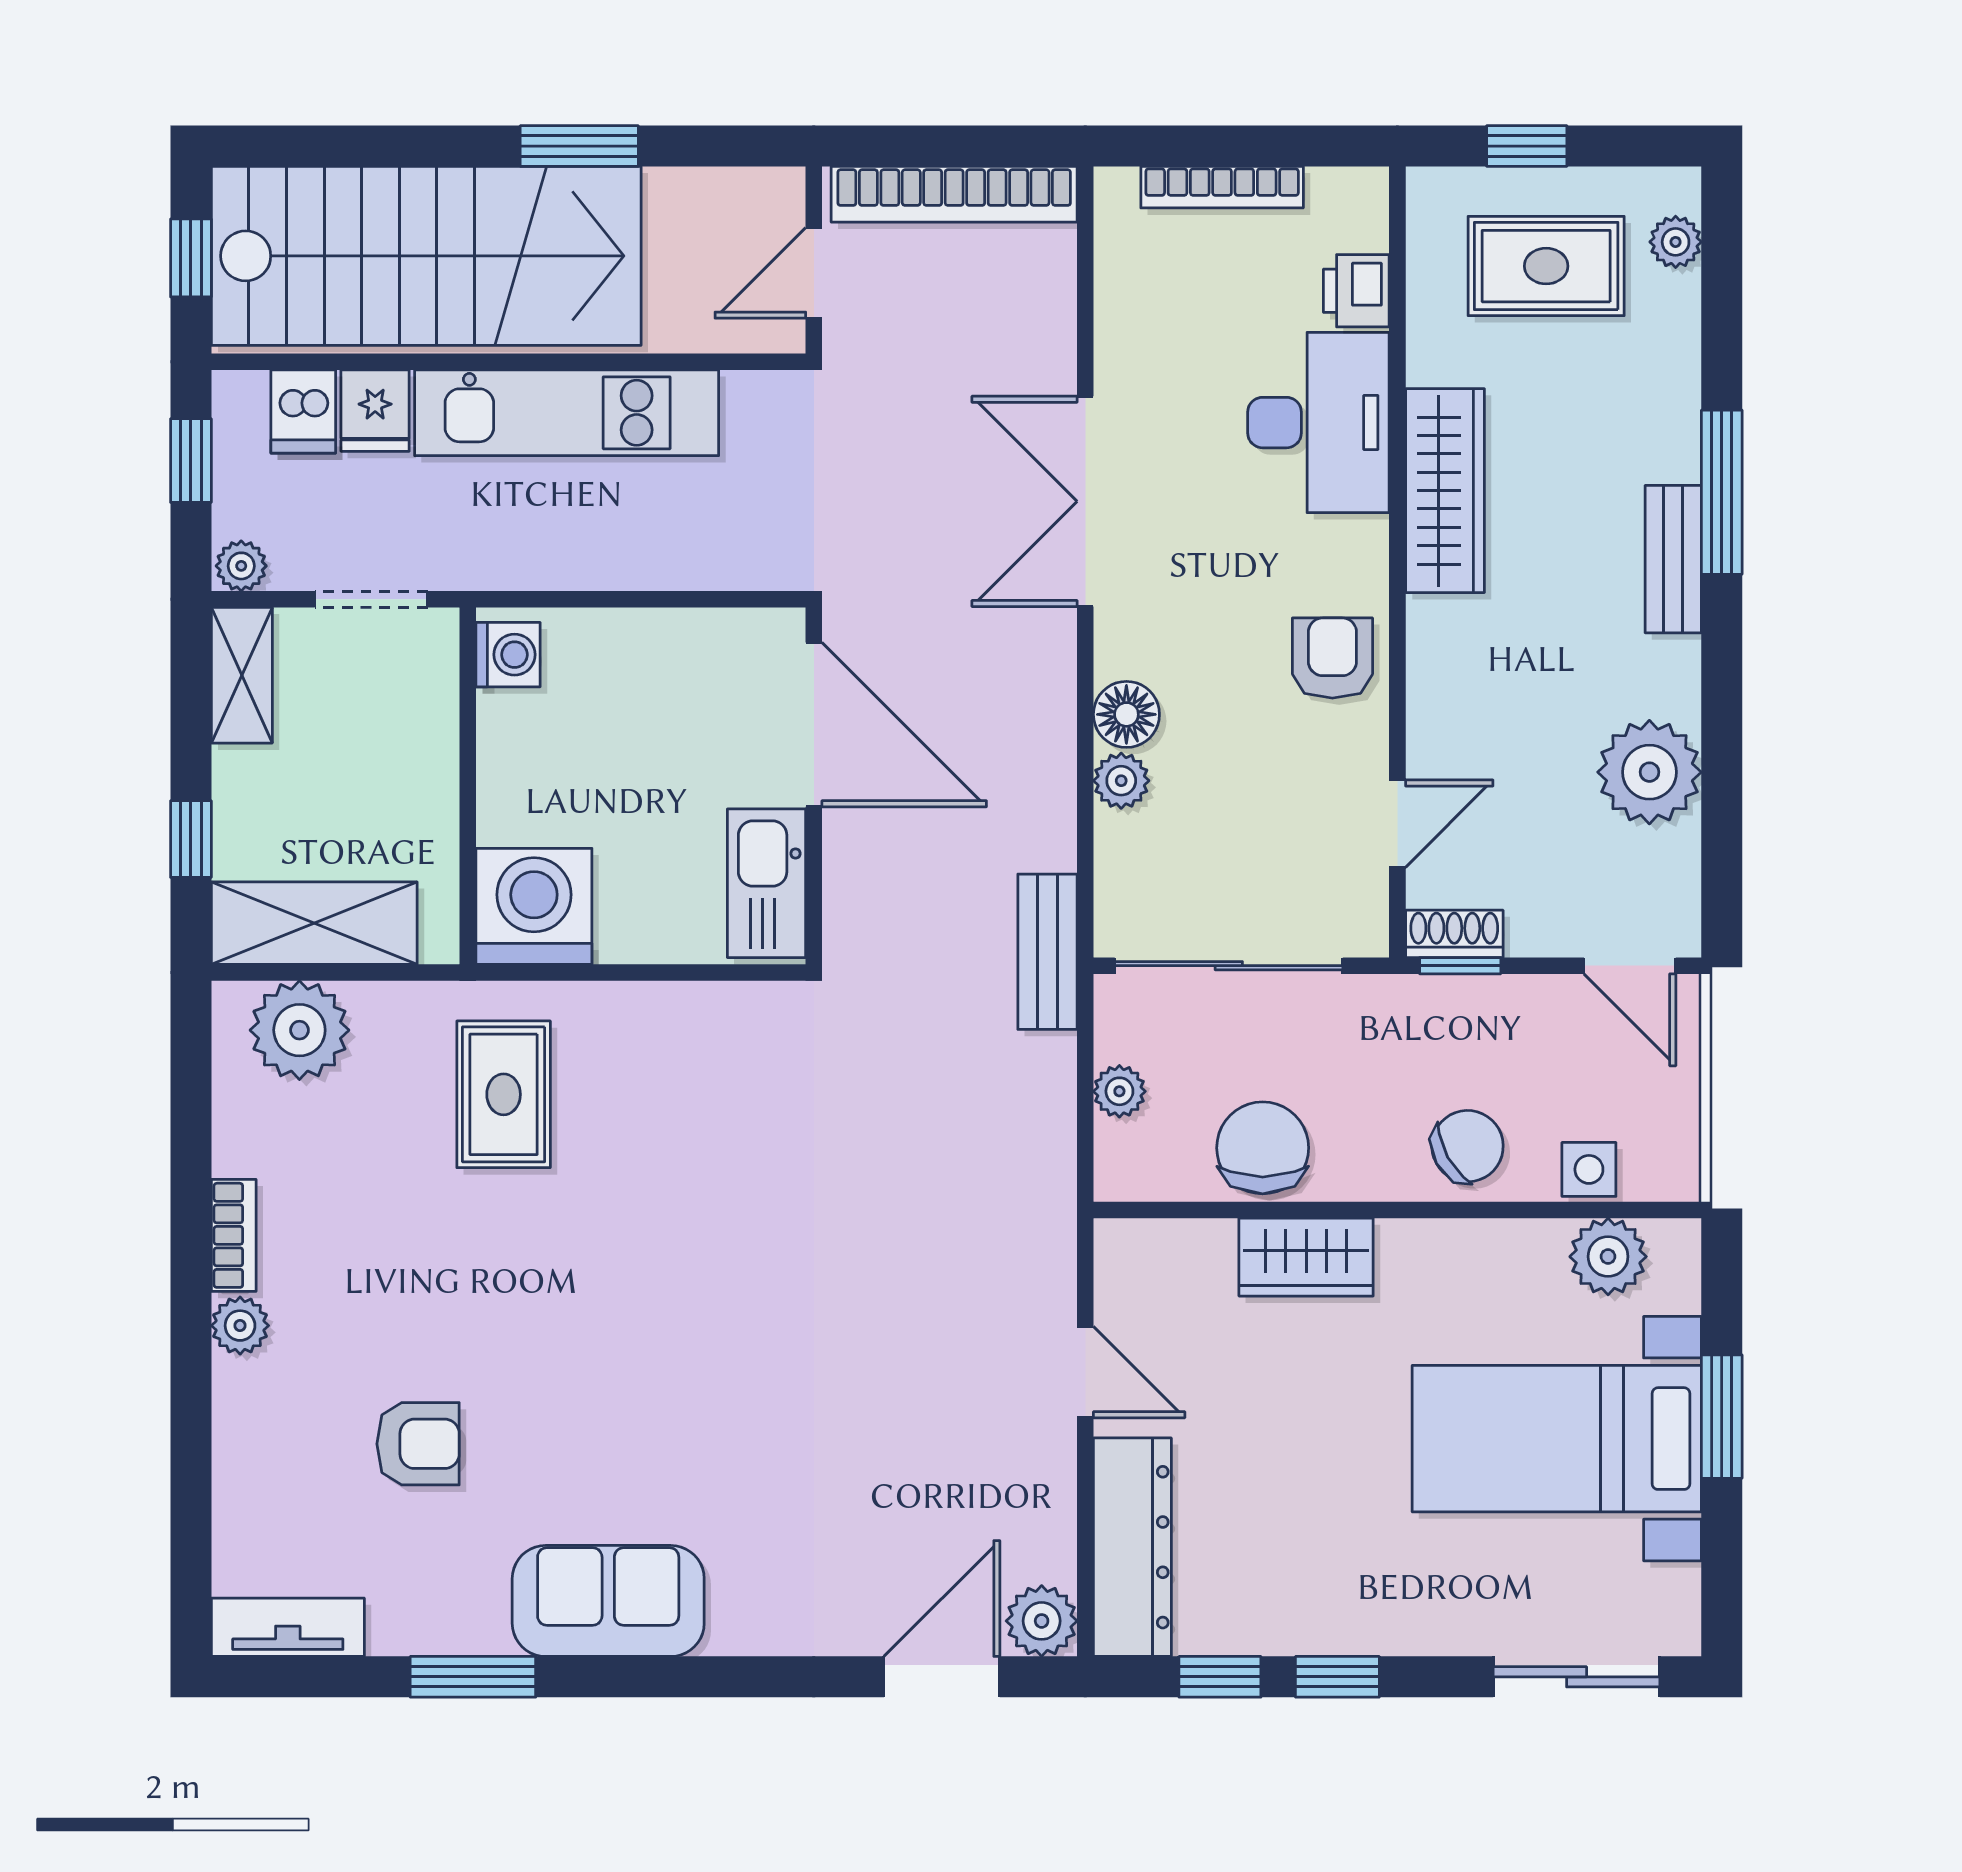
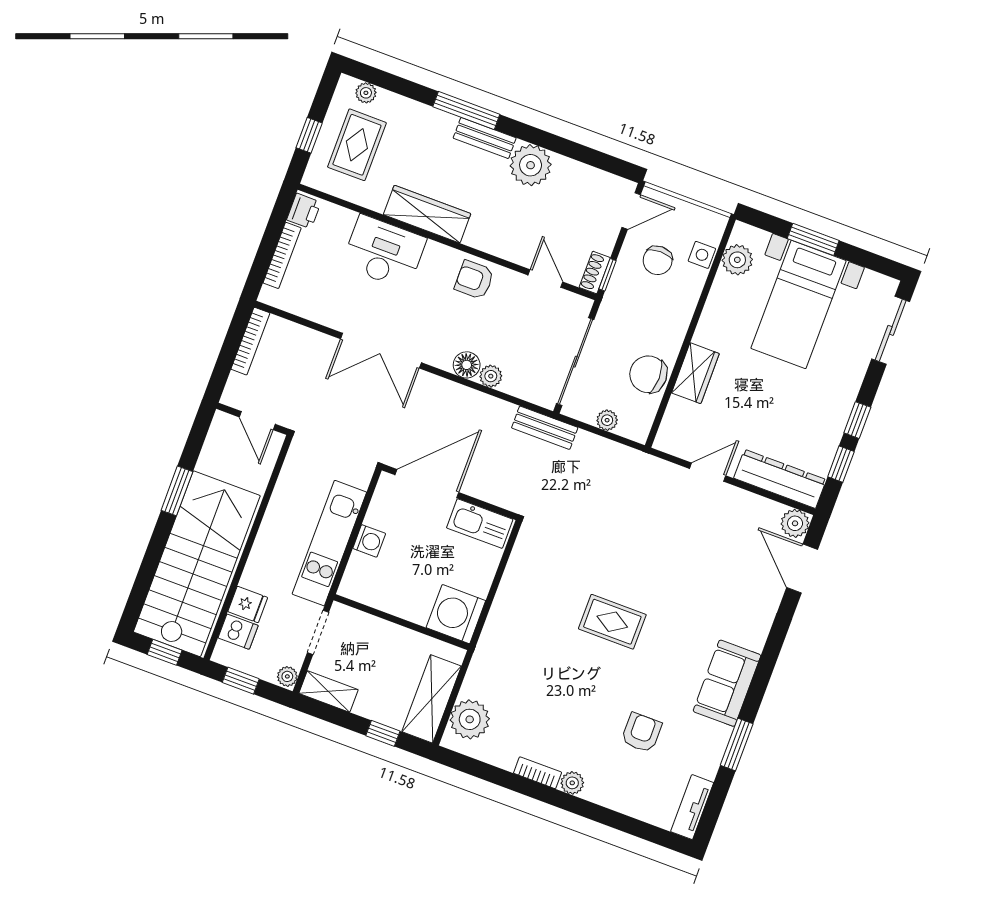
bookcase: (954, 194) -> (250, 341), width x0.68, depth x0.76
printer: (1356, 291) -> (304, 211), moved, turned -90
kitchen unit: (567, 413) -> (329, 543), moved, turned 180
washing machine: (508, 655) -> (369, 541), moved, turned 90
plant: (1649, 772) -> (531, 165), moved
rug: (504, 1094) -> (612, 622), moved
chair: (1468, 1146) -> (658, 260), moved, turned -151

